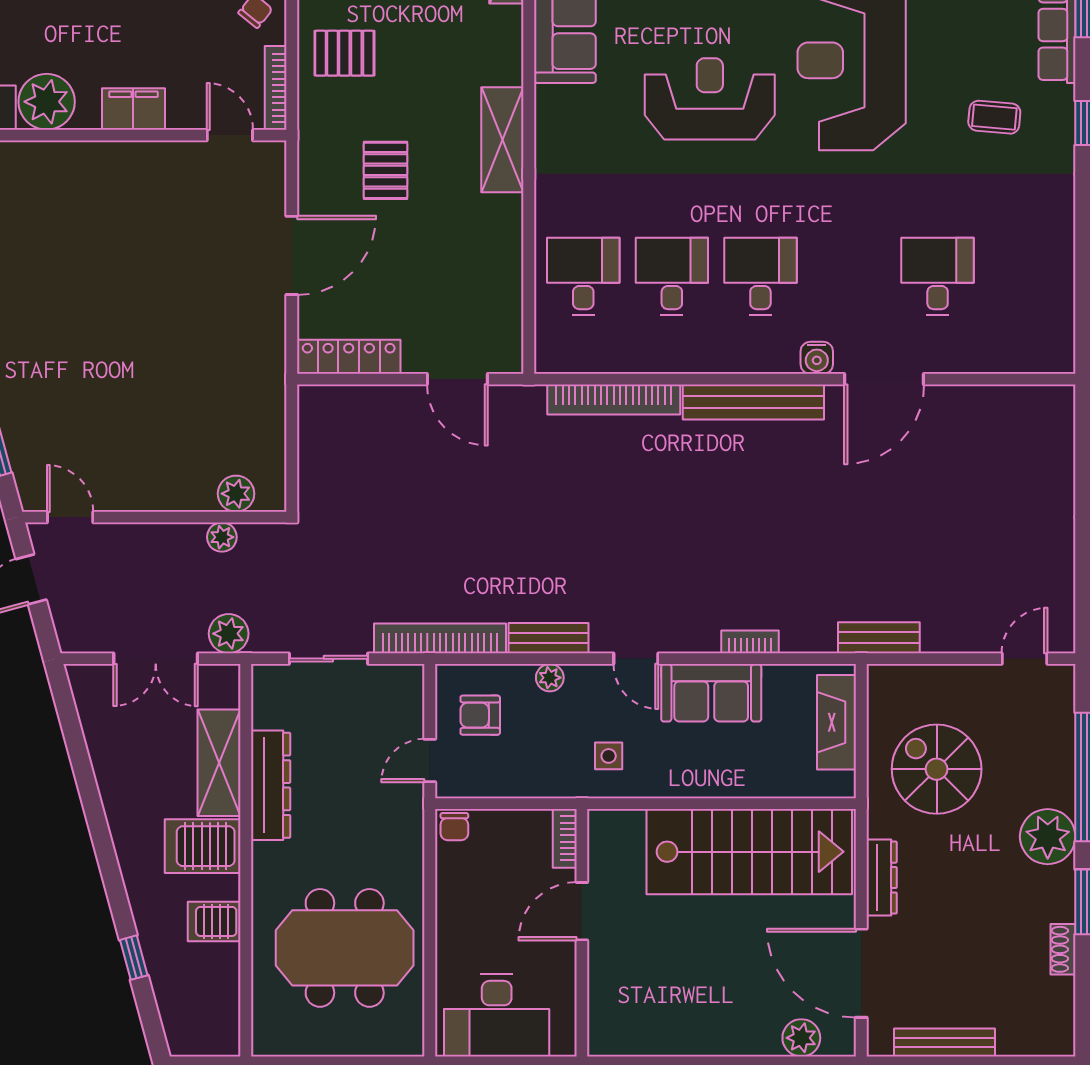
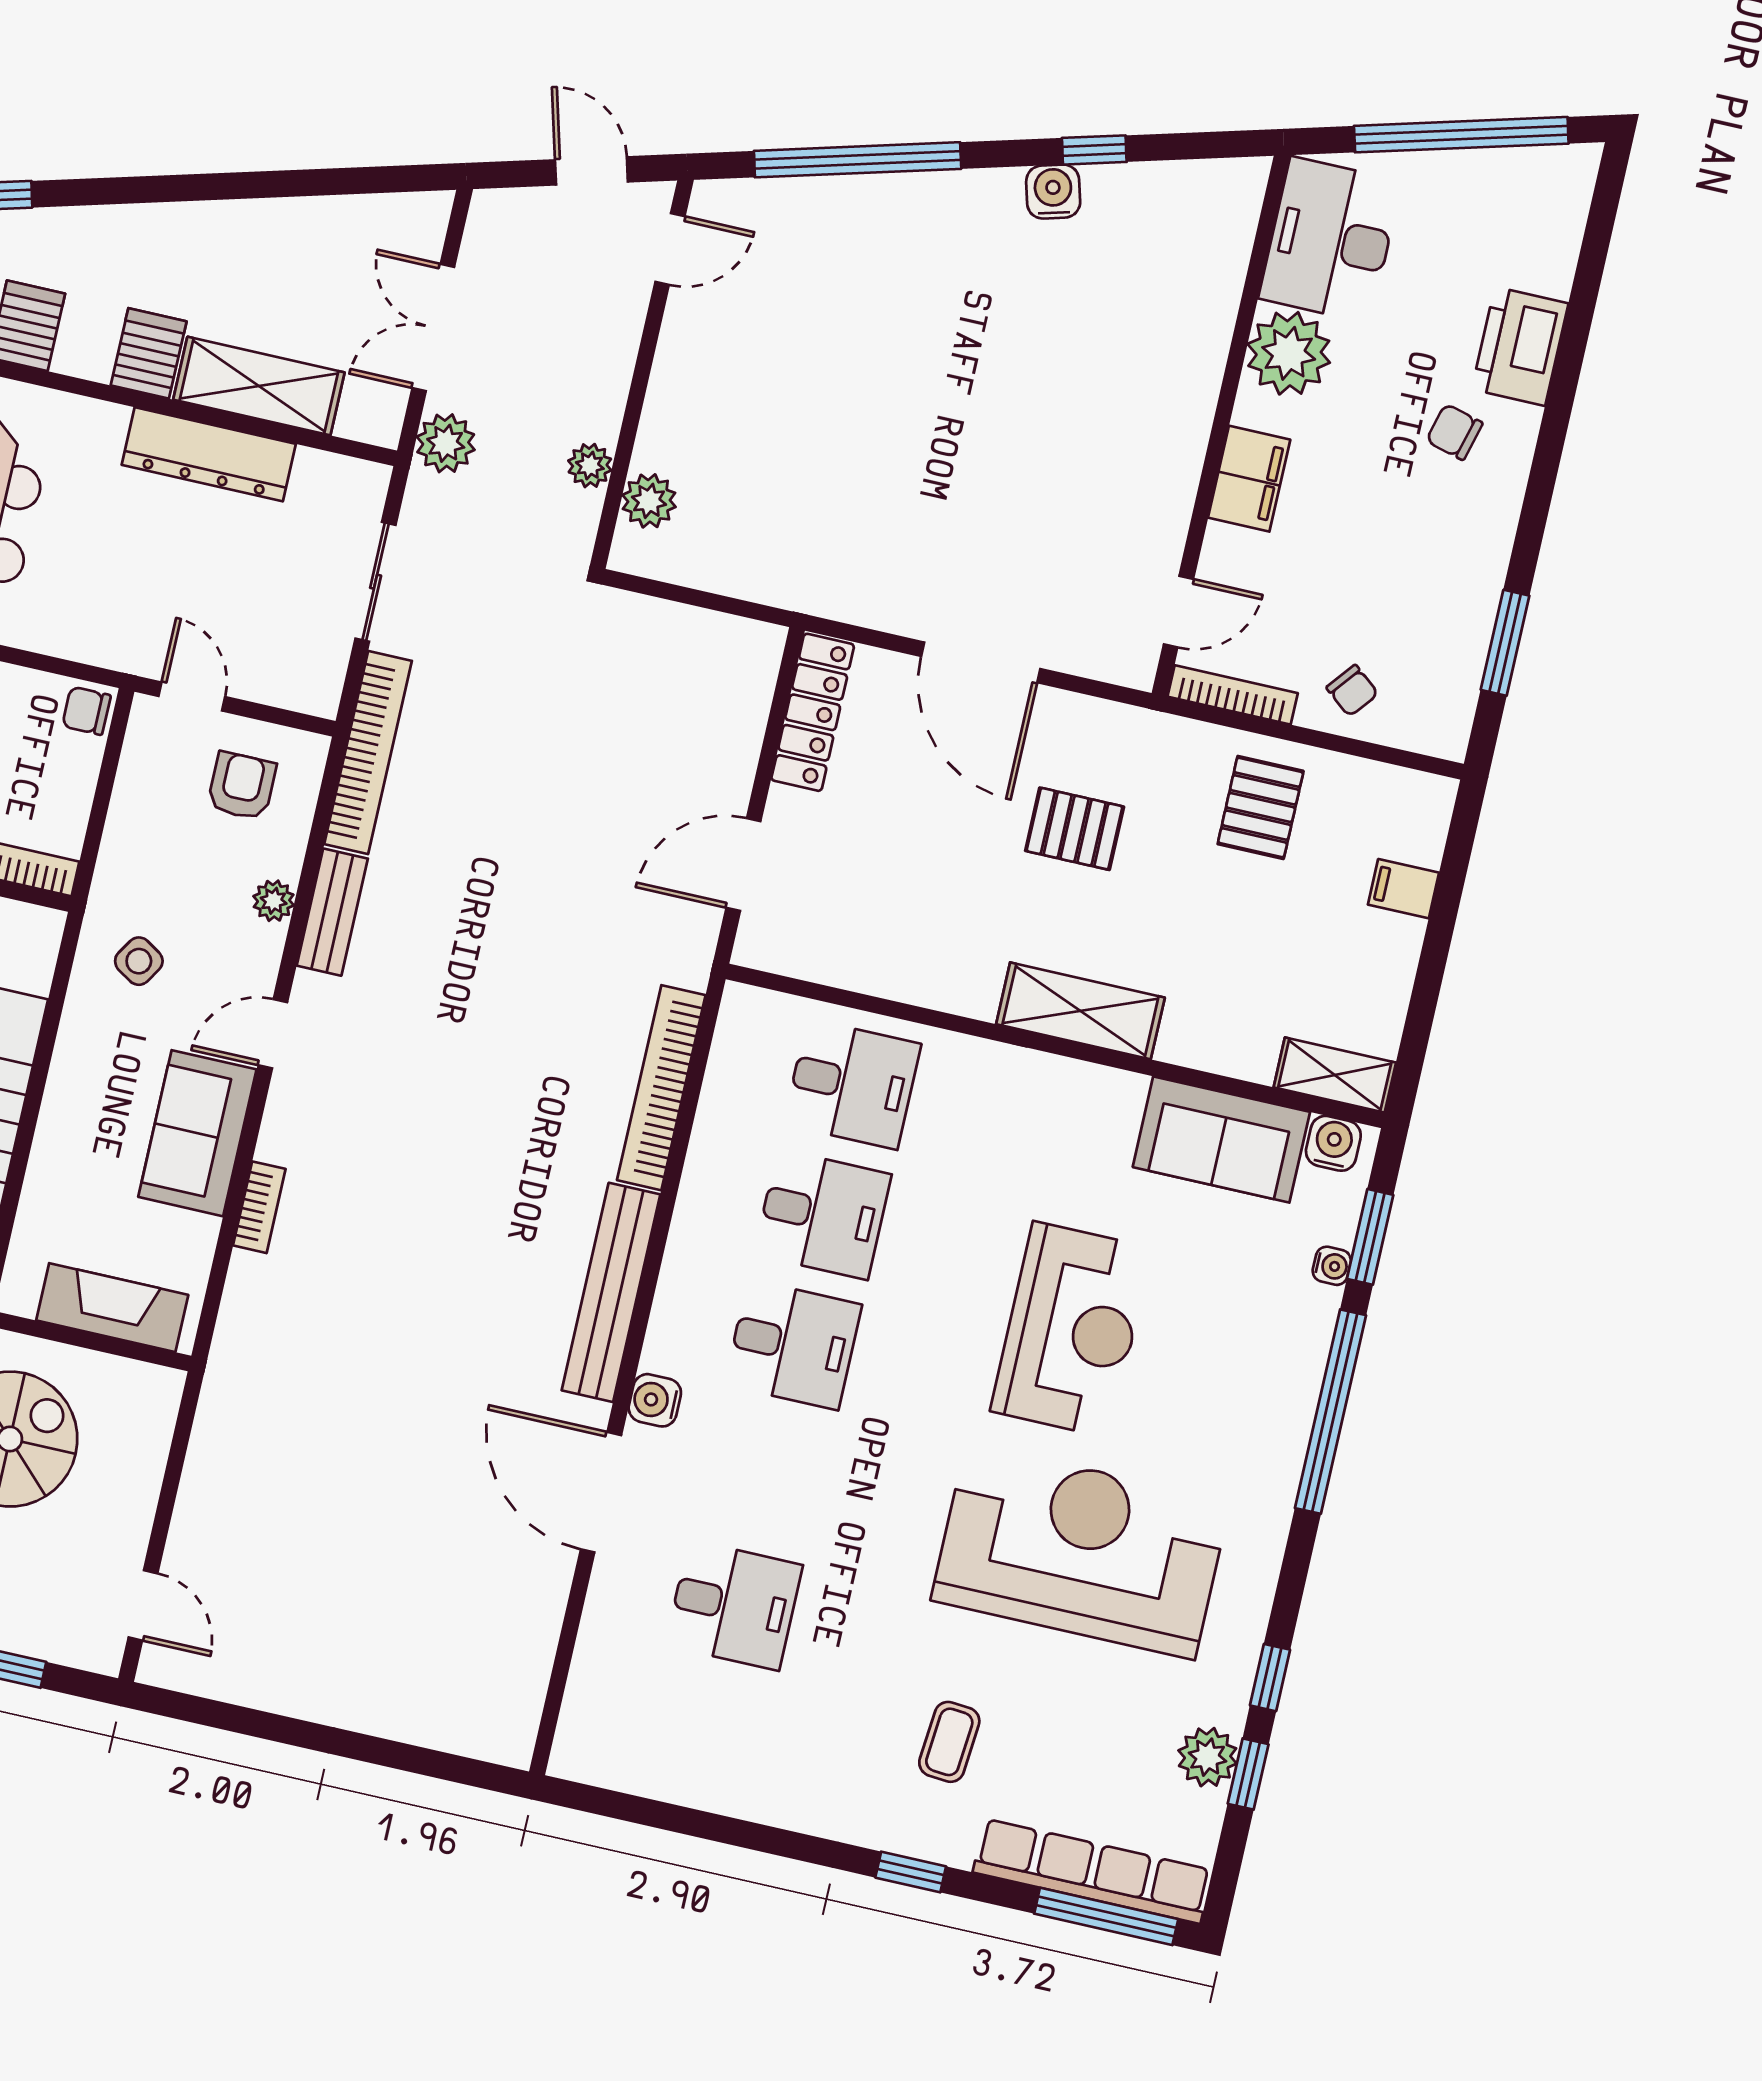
bench: (879, 638) -> (222, 1398), removed
side table: (609, 756) -> (139, 961), turned 32
server rack: (203, 846) -> (149, 353), width x0.73, depth x0.70

